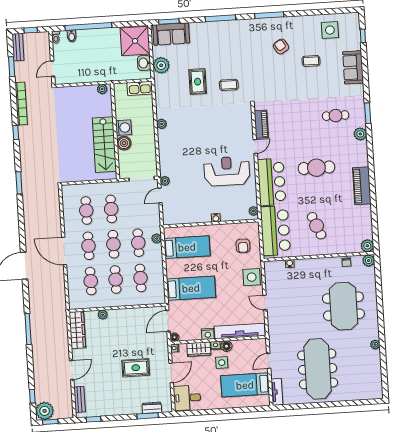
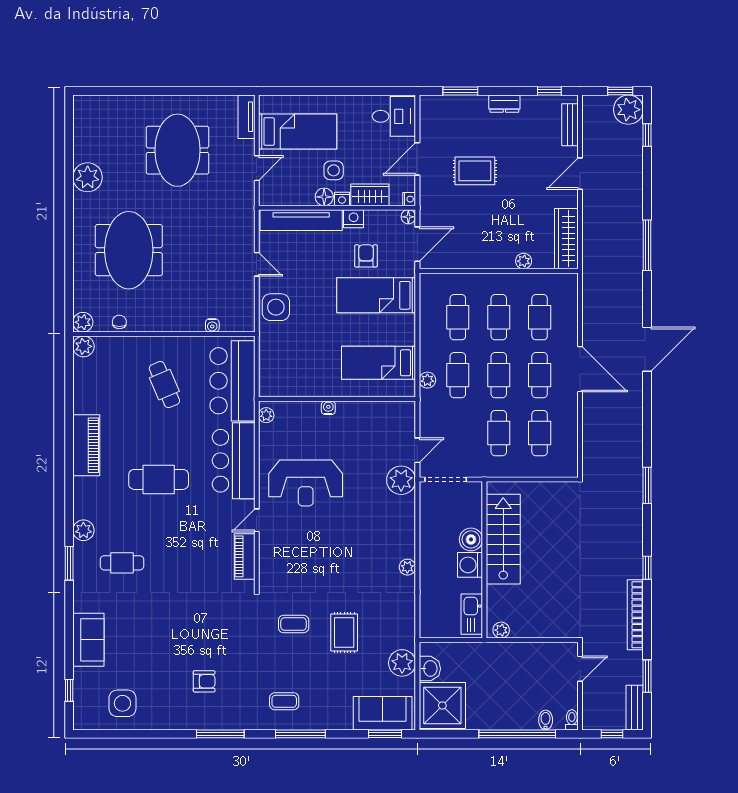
armchair: (281, 47) -> (204, 681), turned -59
coffee table: (311, 61) -> (284, 701), moved
kitchen sink: (140, 88) -> (472, 614), moved, turned -90
plant: (165, 181) -> (401, 480), width x1.87, depth x1.87
armchair: (243, 246) -> (366, 256), moved
plant: (375, 345) -> (88, 177), width x1.87, depth x1.87
meeting table: (318, 369) -> (178, 150), width x0.73
dresser: (152, 408) -> (504, 104), moved

